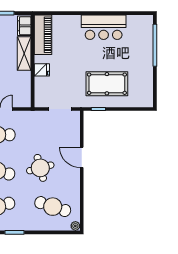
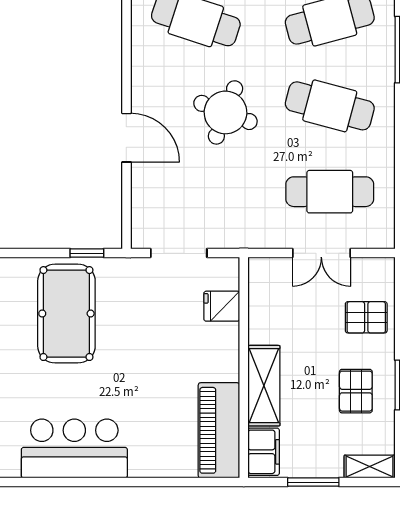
fridge: (42, 70) -> (222, 306), moved
pool table: (107, 84) -> (66, 314), turned 90
round table: (40, 168) -> (225, 112), turned 36

